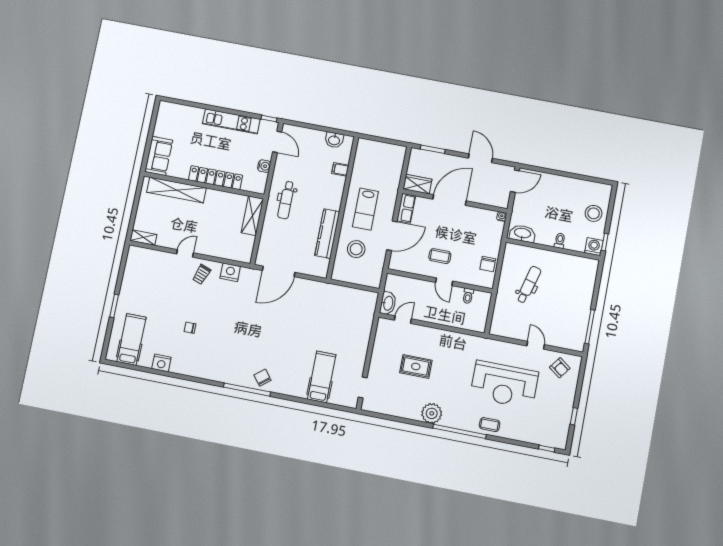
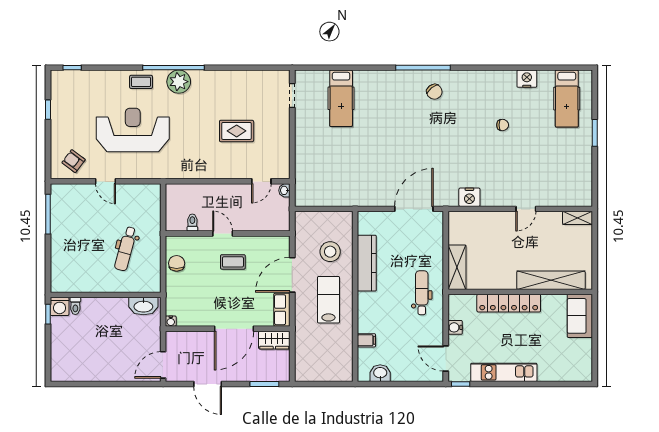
stool: (594, 213) -> (67, 345), removed
toilet: (560, 241) -> (75, 306), moved
trolley: (202, 274) -> (502, 188), removed
washbasin: (388, 303) -> (284, 190), width x0.52, depth x0.69
chair: (263, 378) -> (434, 92), moved
plant: (432, 413) -> (179, 82), moved

